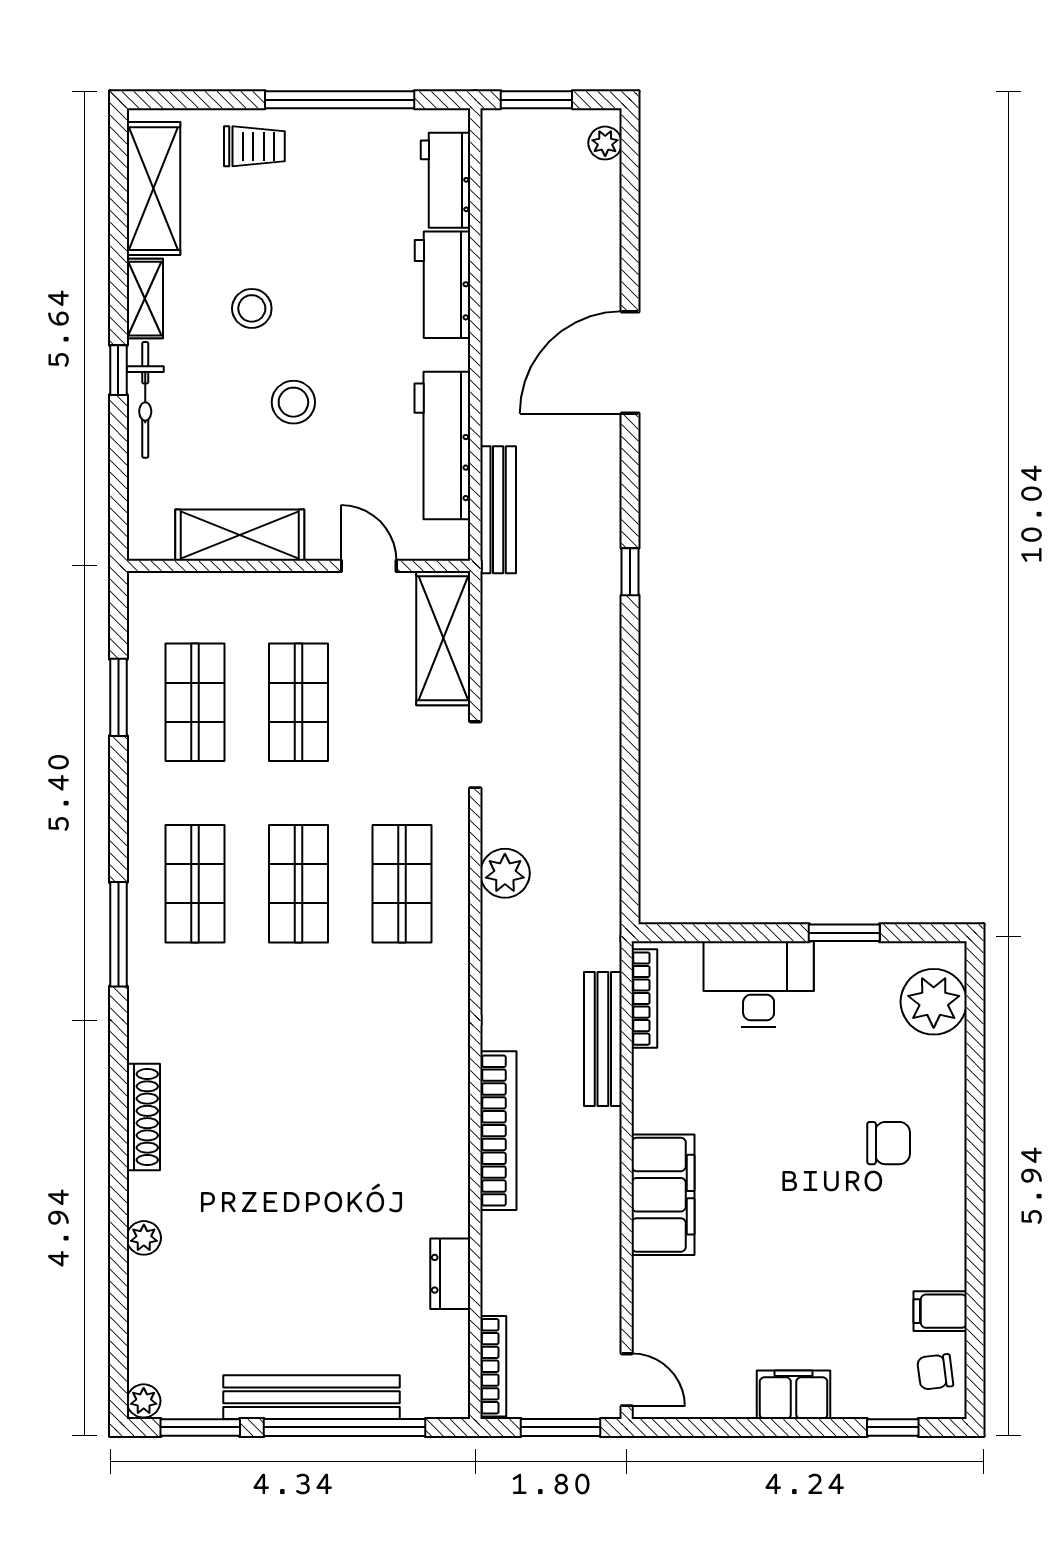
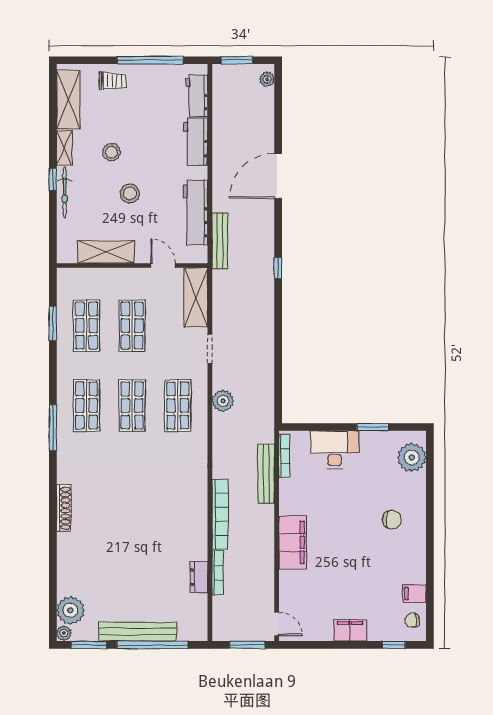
plant: (144, 1238) -> (71, 610), moved, width x1.88, depth x1.88
bookcase: (493, 1366) -> (218, 573), moved

